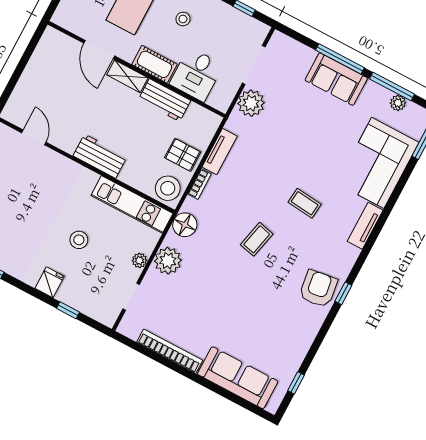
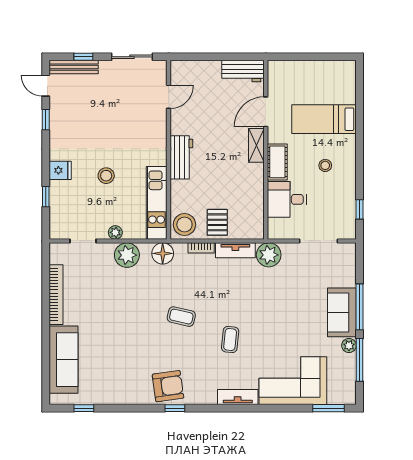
workbench: (165, 100) -> (243, 71), moved, turned -90
plant: (251, 103) -> (269, 255), moved
plant: (398, 103) -> (349, 345), moved

